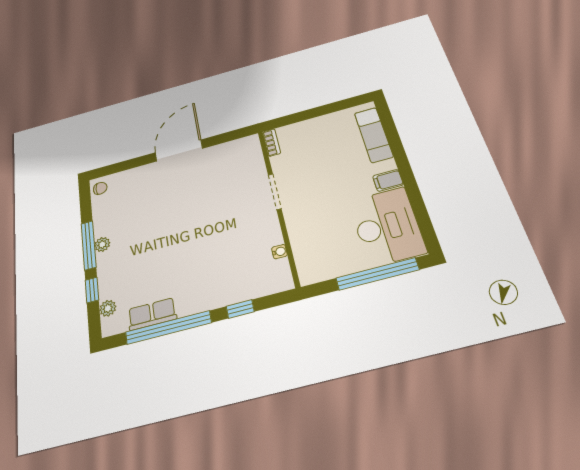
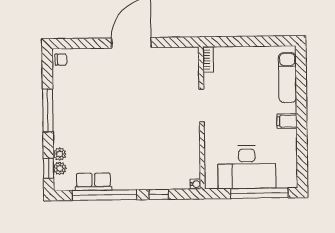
desk: (387, 226) -> (247, 167), moved, turned 90
plant: (102, 244) -> (60, 154), moved
water cooler: (279, 252) -> (196, 184), moved
window: (92, 290) -> (48, 168), moved

